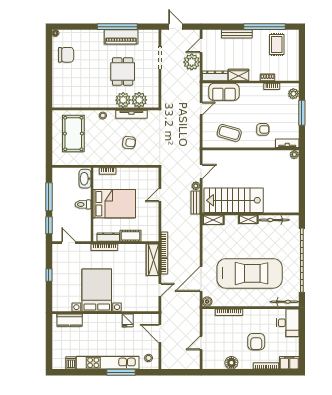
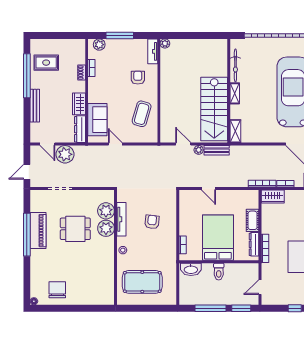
wardrobe: (153, 260) -> (273, 196), width x0.67

